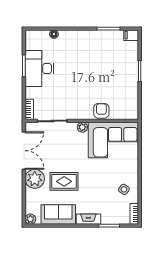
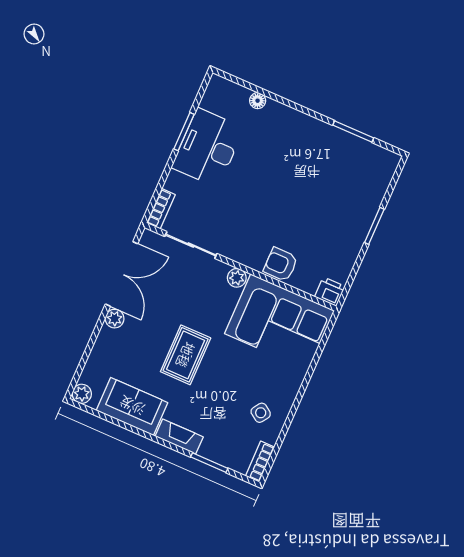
filing cabinet: (131, 35) -> (386, 159), removed
armchair: (101, 111) -> (281, 264), turned -90
printer: (132, 114) -> (330, 292), added
plant: (35, 179) -> (115, 319), width x0.53, depth x0.53
rug: (64, 181) -> (186, 355), moved, turned 90

